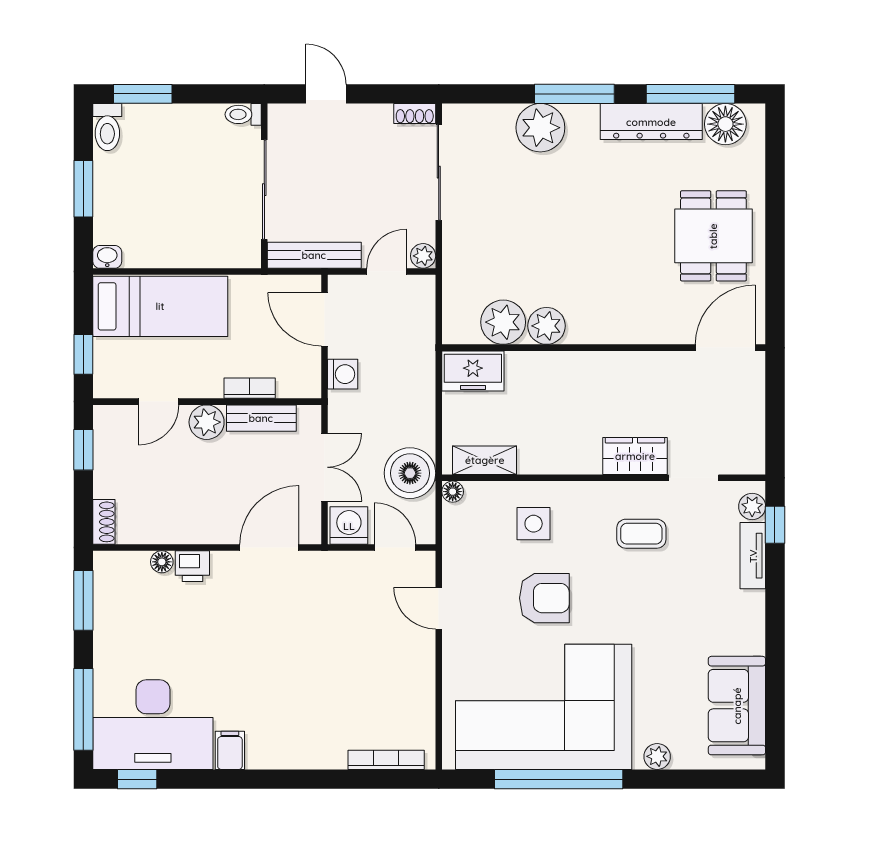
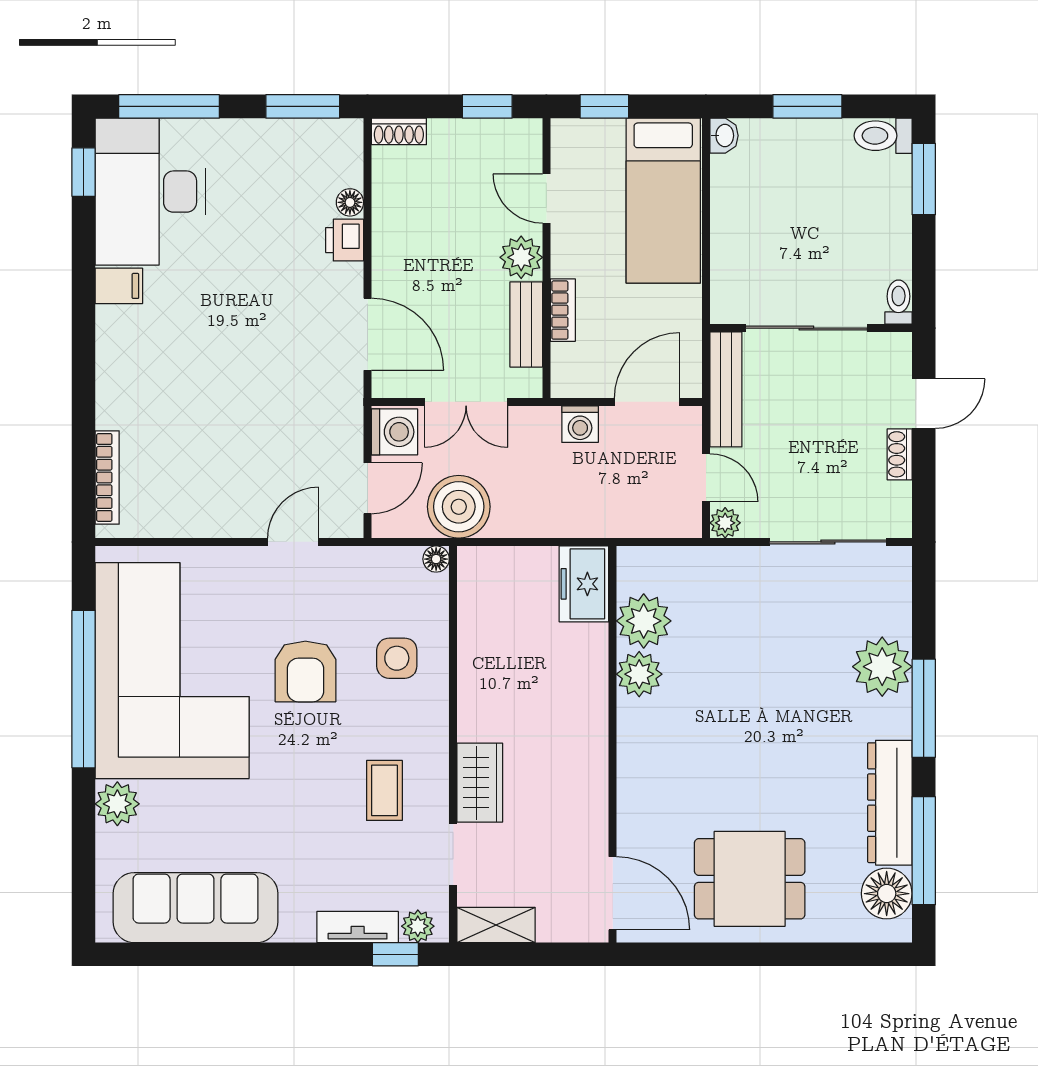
shoe rack: (415, 114) -> (900, 454), moved
shelving: (485, 460) -> (496, 925), moved, turned 90
sofa: (737, 706) -> (195, 908), width x1.36
plant: (657, 756) -> (117, 804), width x1.38, depth x1.38

